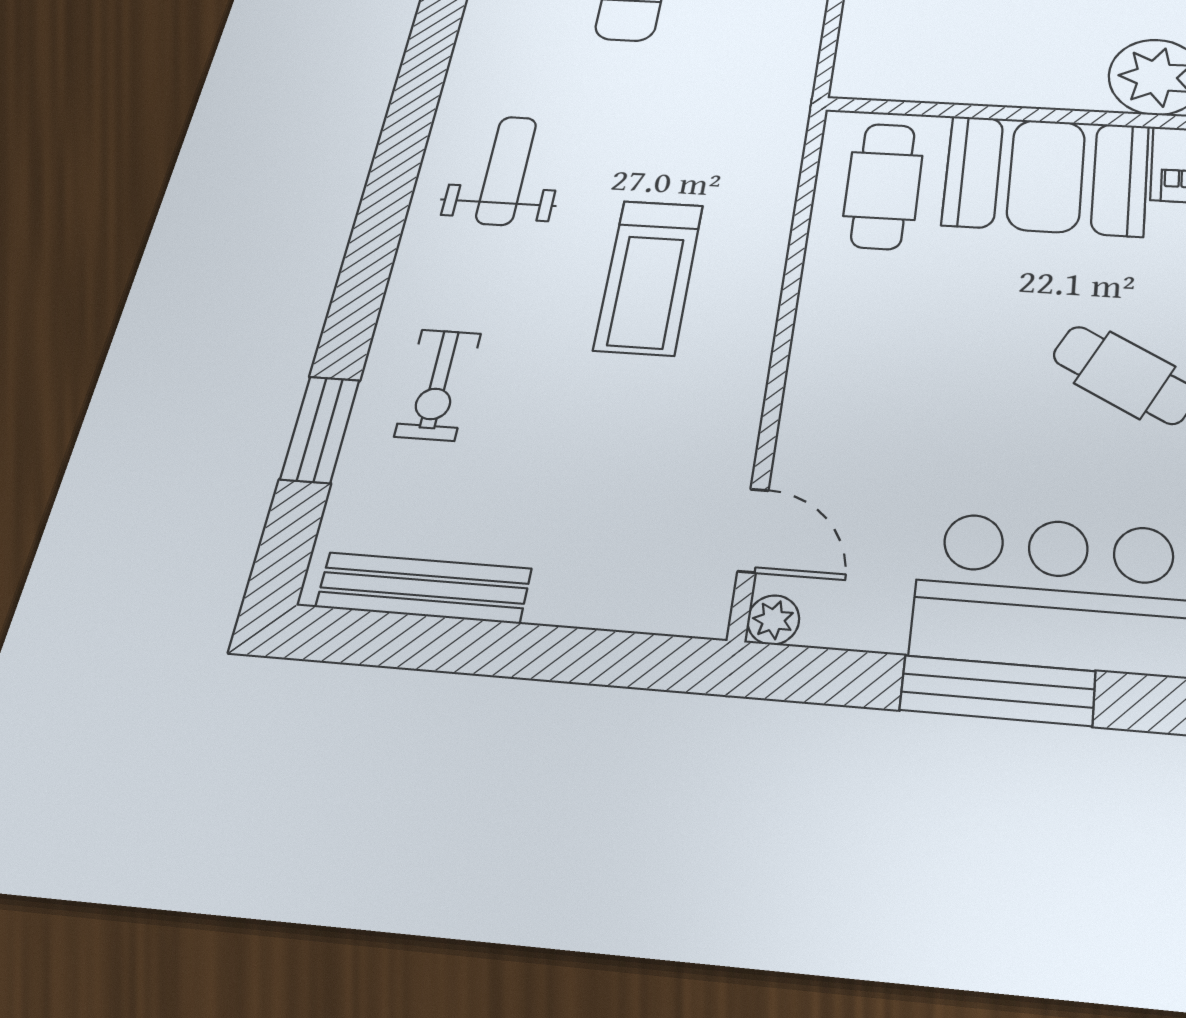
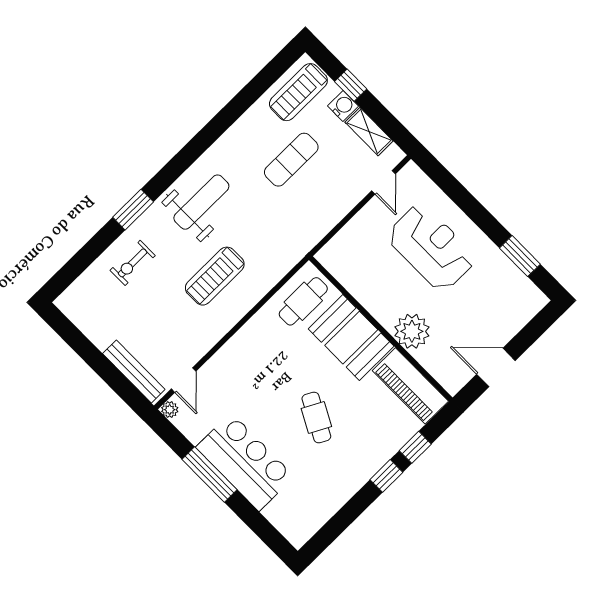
weight bench: (506, 170) -> (201, 202), width x1.36, depth x1.33
window: (320, 429) -> (133, 210), moved
bench: (424, 588) -> (134, 371), moved

